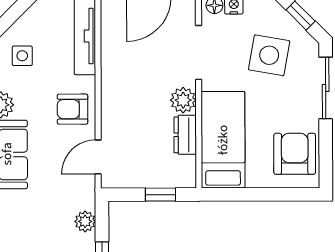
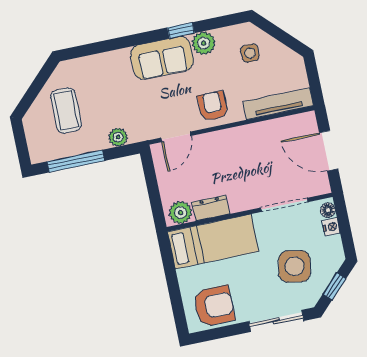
plant: (183, 100) -> (181, 213), moved
door: (98, 157) -> (176, 137), swing flipped
window: (160, 195) -> (155, 197), removed

